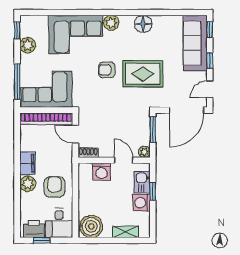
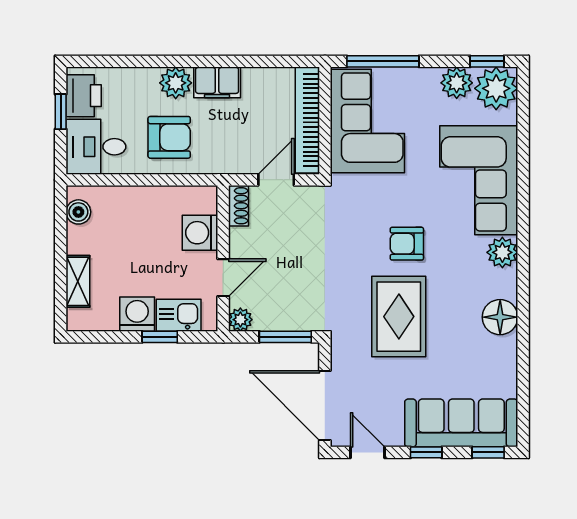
plant: (30, 26) -> (496, 88), added
armchair: (107, 70) -> (407, 244), turned -90
boiler: (91, 226) -> (78, 212), width x0.54, depth x0.54

